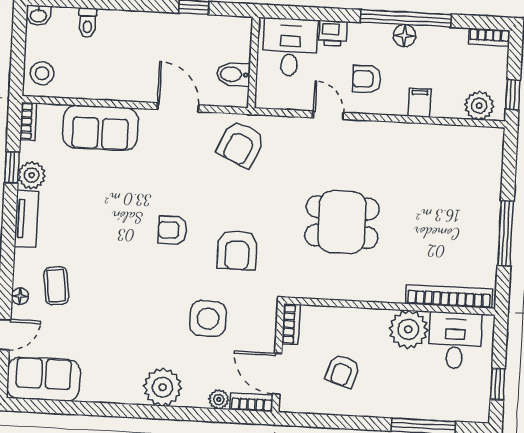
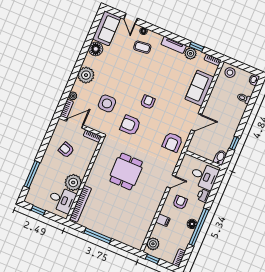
bidet: (233, 74) -> (220, 157), moved
armchair: (241, 144) -> (172, 142), turned -114
floor lamp: (97, 387) -> (96, 49), added

